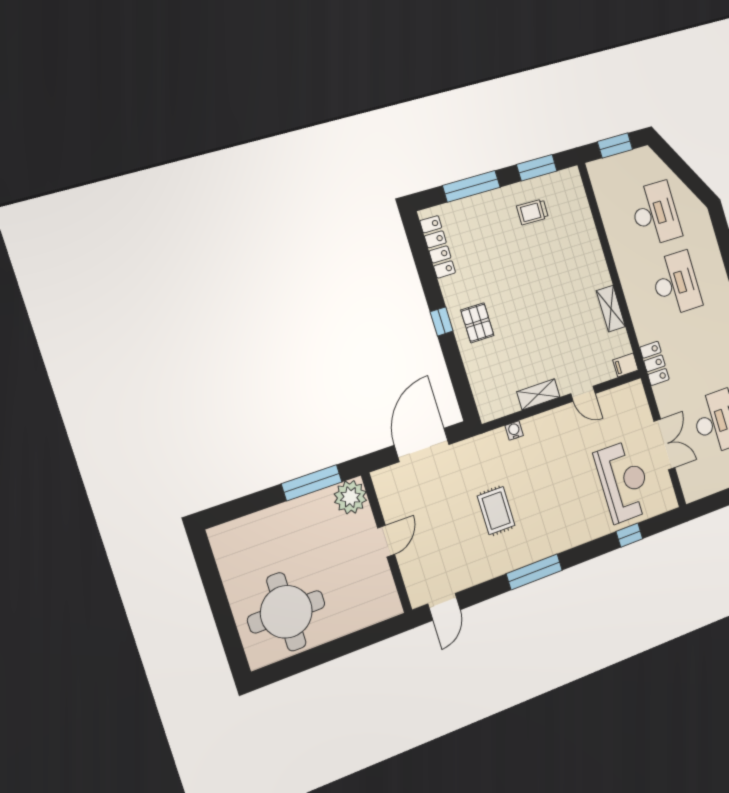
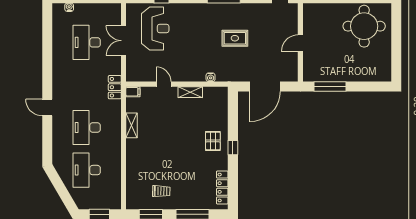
reception desk: (624, 481) -> (155, 29), turned 180
plant: (350, 497) -> (312, 72), removed
rug: (496, 511) -> (235, 38), turned 90

